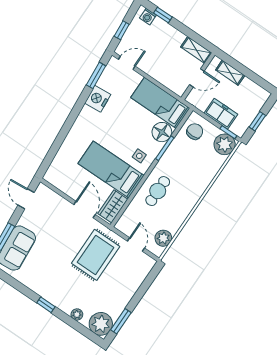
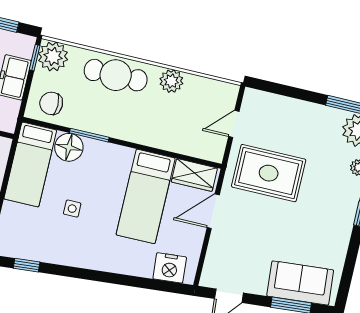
window: (96, 75) -> (27, 265), width x0.67
nightstand: (98, 99) -> (170, 268), moved
side table: (139, 156) -> (72, 209), moved
cafe table: (158, 191) -> (116, 75), moved, width x1.37, depth x1.35
plant: (163, 238) -> (171, 81), moved

